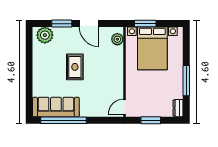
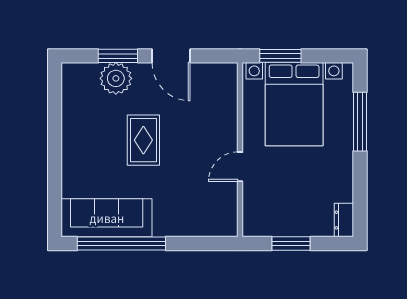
plant: (45, 35) -> (116, 78), moved
plant: (117, 39) -> (226, 86), removed
window: (186, 81) -> (360, 122), moved
door: (125, 107) -> (240, 167), moved

